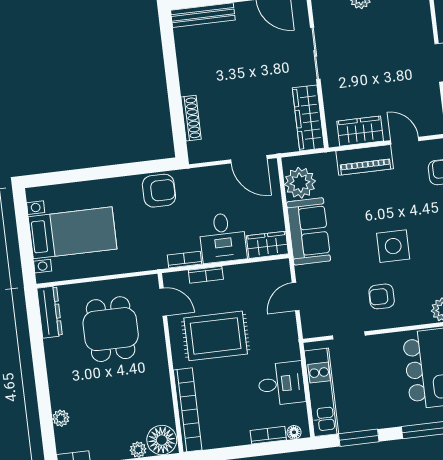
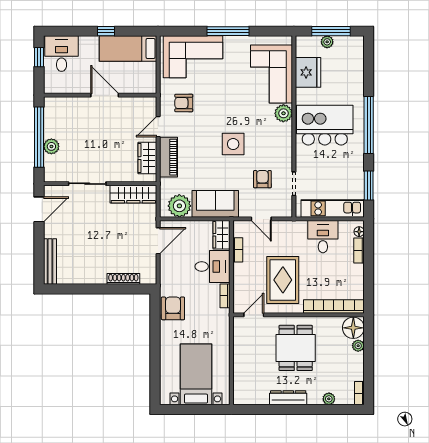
bookcase: (206, 275) -> (238, 250), moved
armchair: (382, 296) -> (262, 179), moved, turned 180
dresser: (50, 312) -> (288, 398), moved
dining table: (111, 329) -> (296, 348), moved, turned 90

